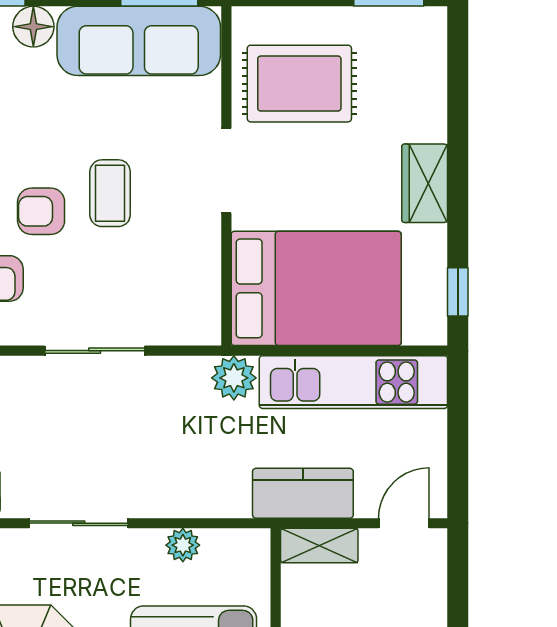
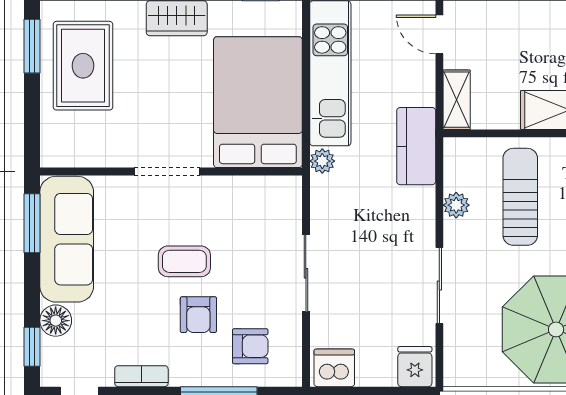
rug: (299, 84) -> (83, 66), moved
plant: (234, 378) -> (322, 161), width x0.73, depth x0.73
kitchen counter: (303, 493) -> (416, 146), moved

